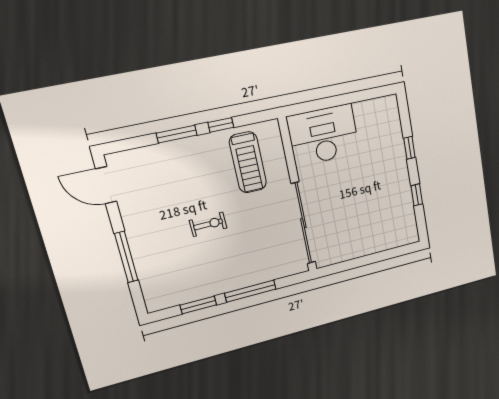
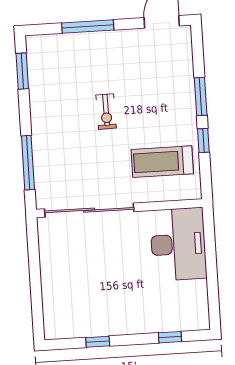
window: (409, 148) -> (170, 337), moved
window: (250, 291) -> (28, 163), moved
window: (198, 305) -> (22, 71), moved

